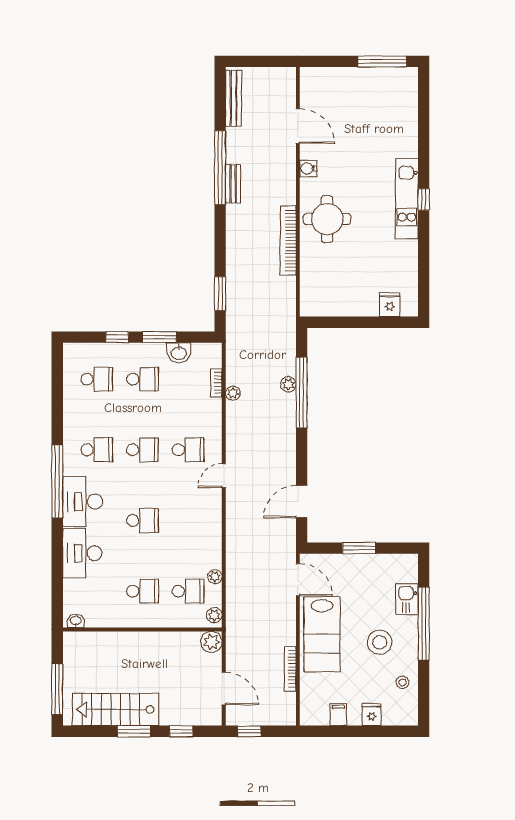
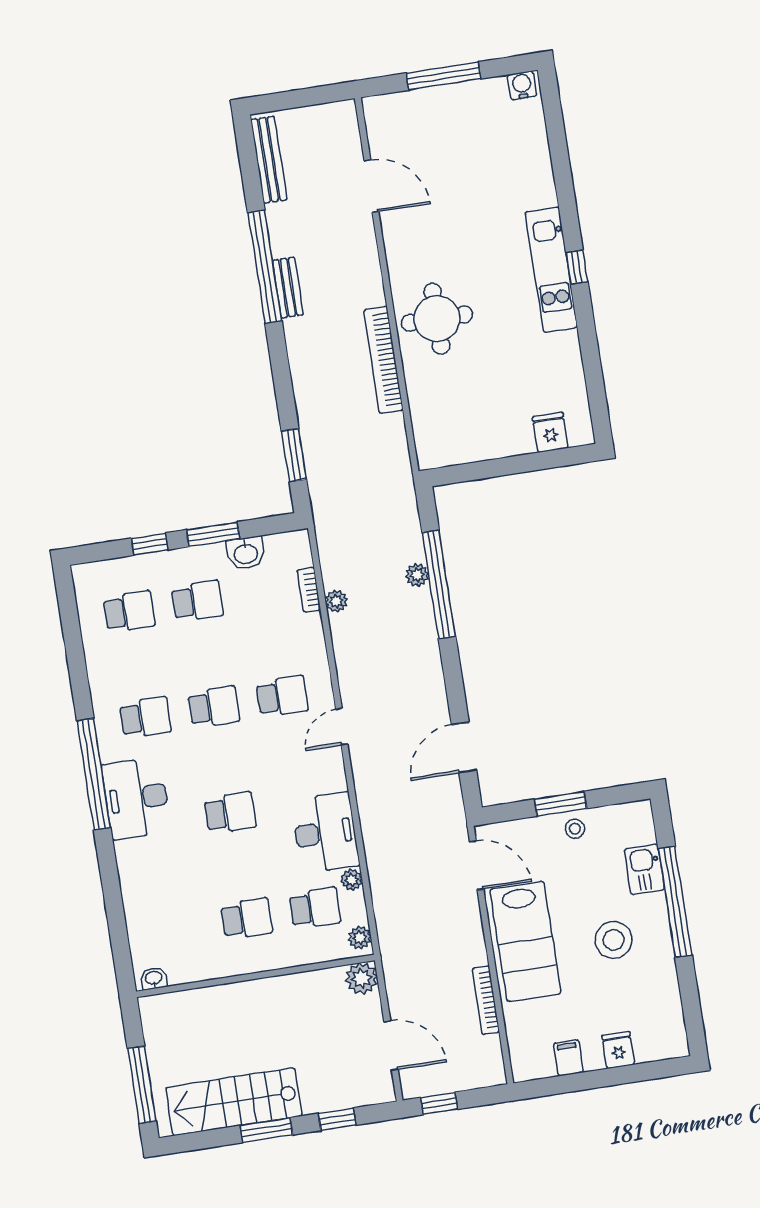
window: (382, 61) -> (444, 76), moved
water cooler: (308, 168) -> (522, 85), moved, turned 90
desk: (82, 553) -> (325, 833), moved, turned 180
stool: (403, 682) -> (575, 829), moved

